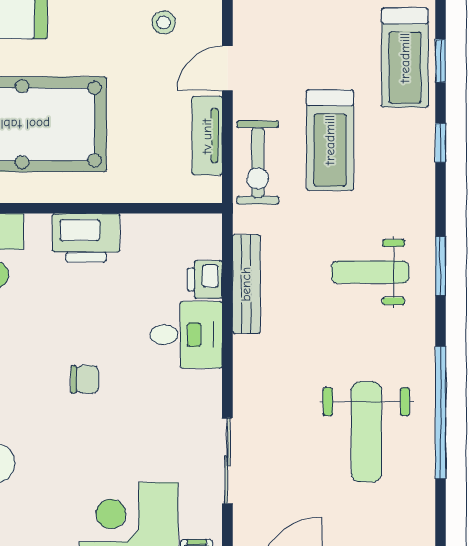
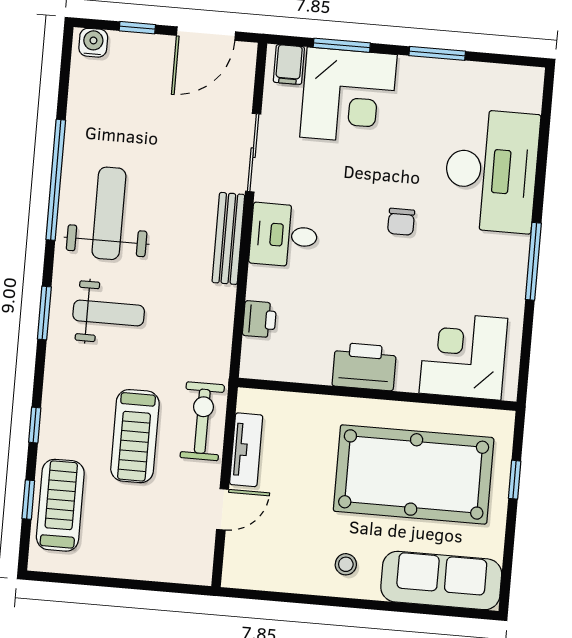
stool: (164, 22) -> (346, 564), moved
treadmill: (330, 140) -> (135, 436), turned 180
bench: (246, 284) -> (228, 238), moved
desk: (186, 335) -> (284, 235), moved
chair: (85, 379) -> (401, 222), moved, turned -90
weight bench: (366, 432) -> (109, 213), moved

